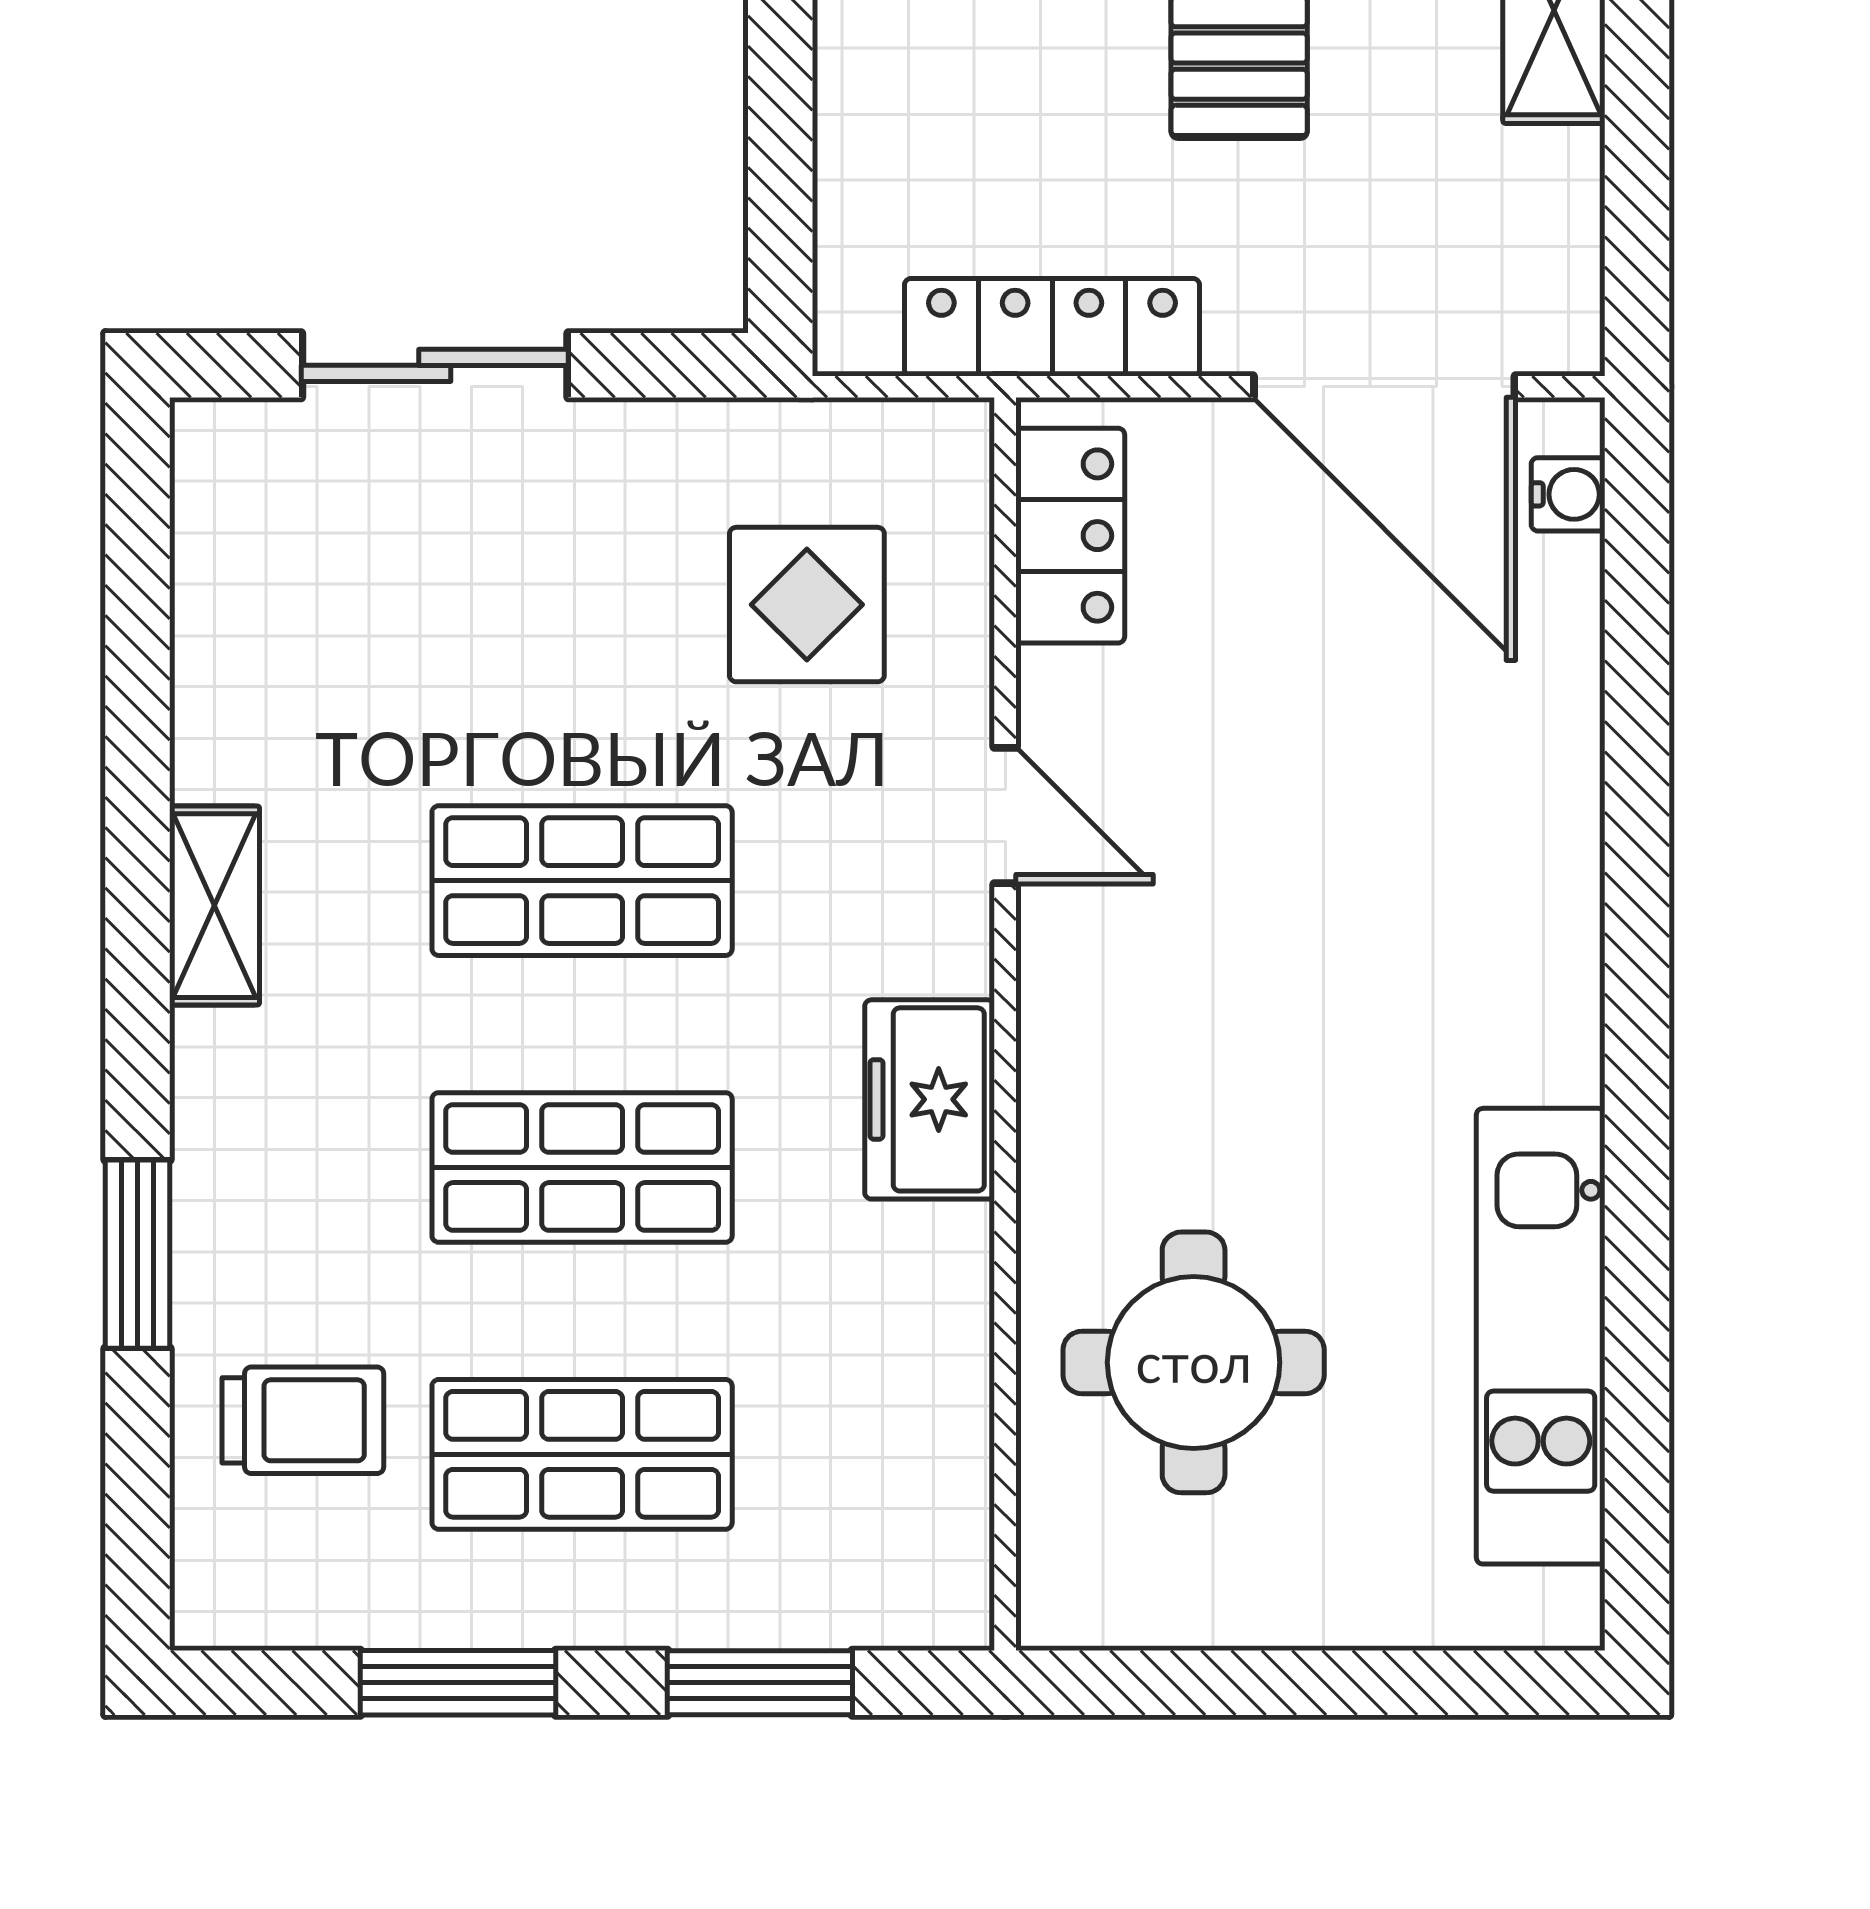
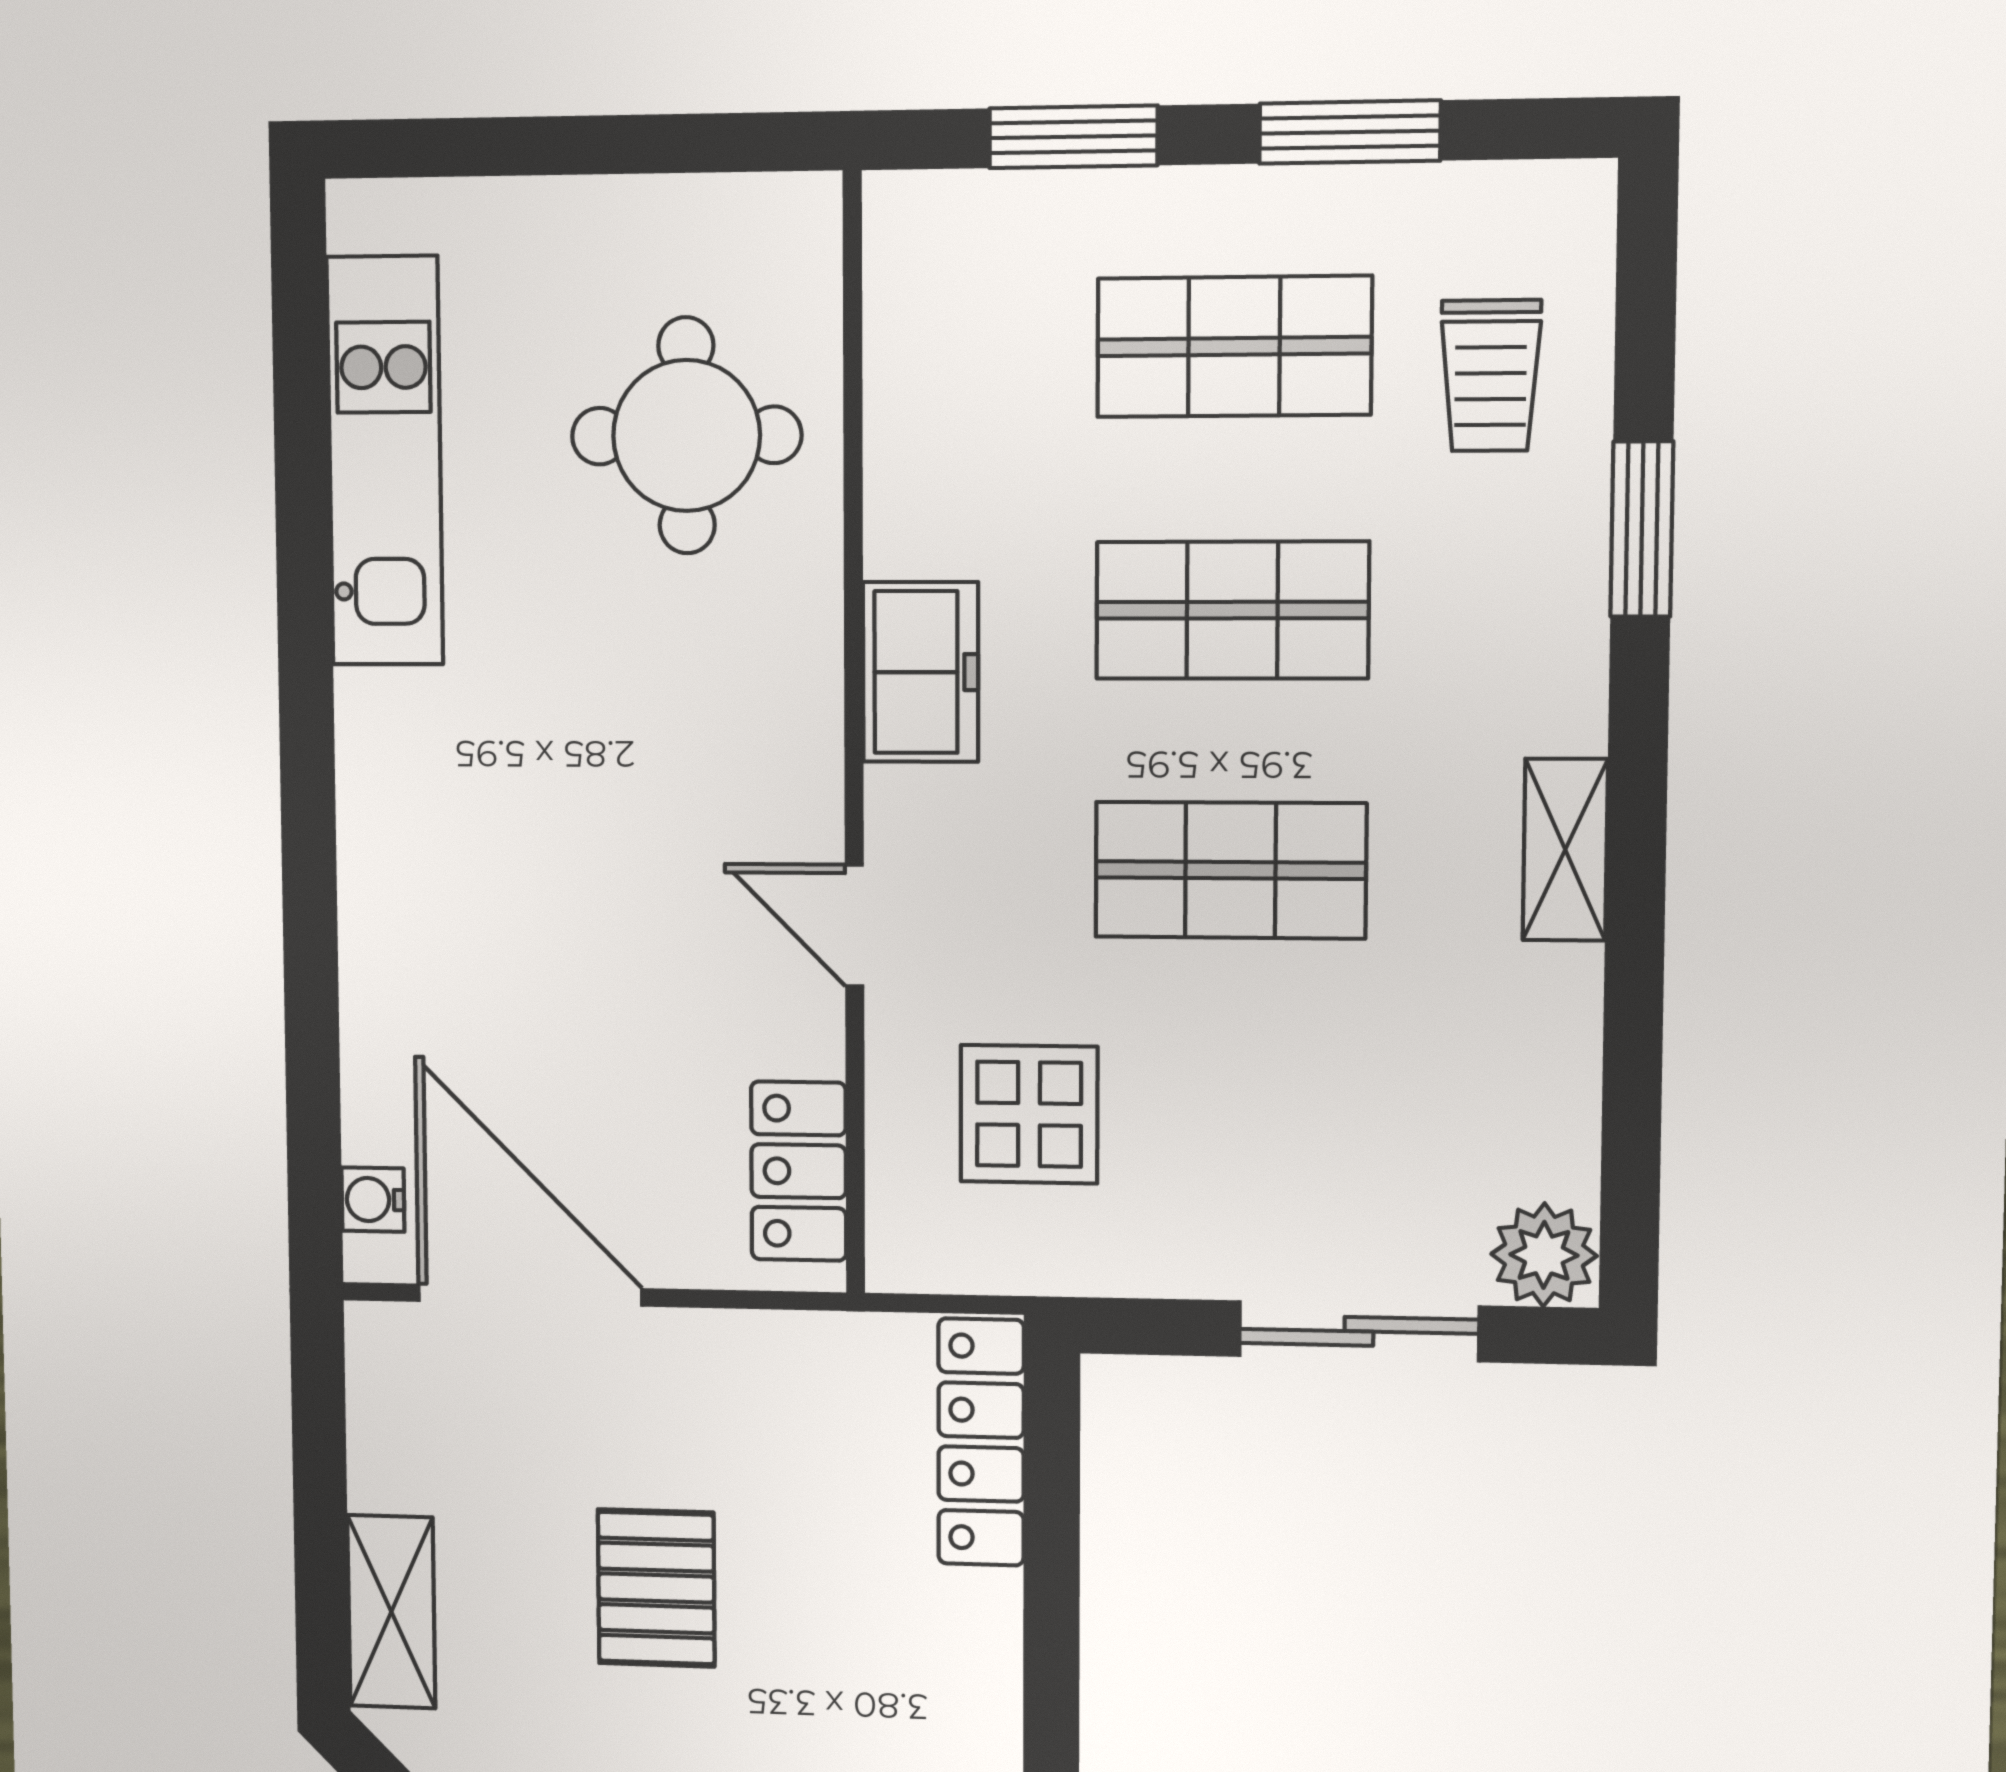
locker: (1052, 327) -> (981, 1442), moved, turned 90
plant: (231, 456) -> (1544, 1255), added
trolley: (303, 1420) -> (1491, 376), turned -90

